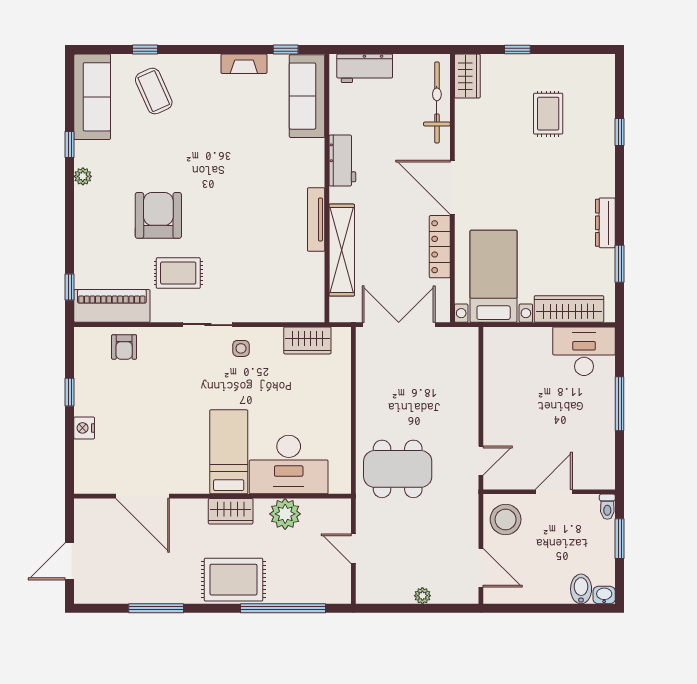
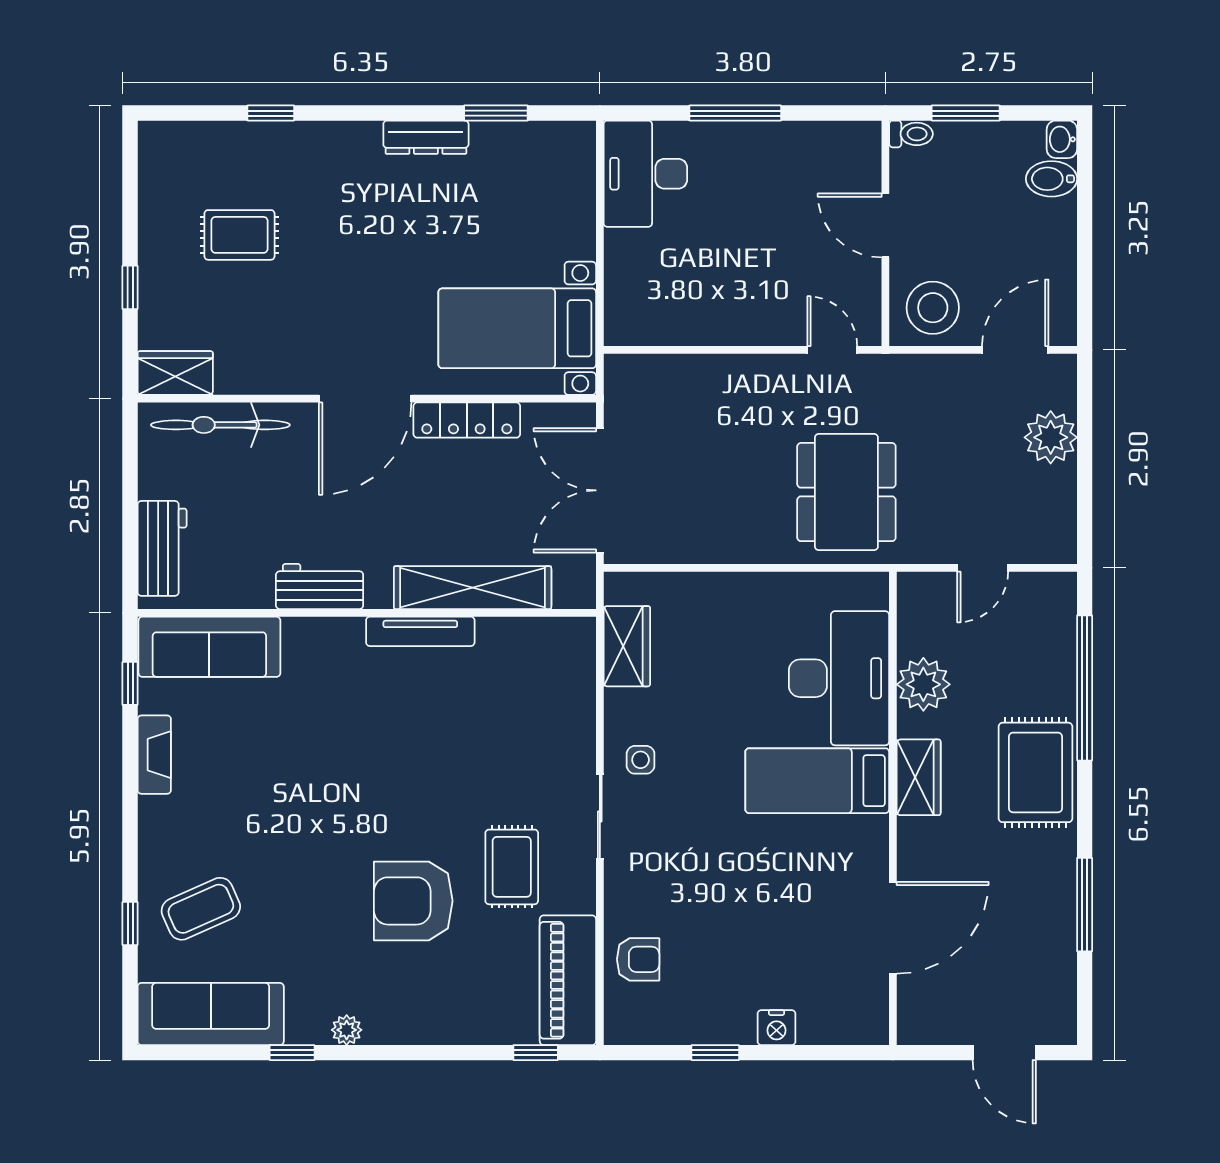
wardrobe: (569, 309) -> (573, 199), removed
plant: (422, 596) -> (1051, 437), width x1.88, depth x1.88

